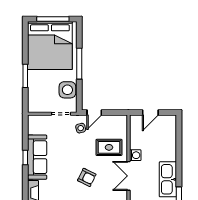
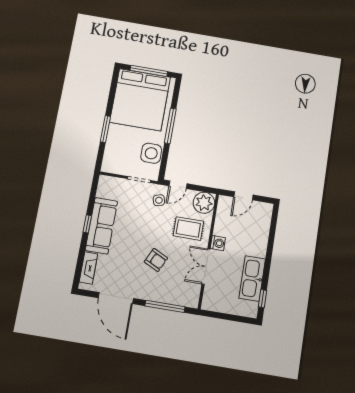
plant: (118, 124) -> (204, 203), added

